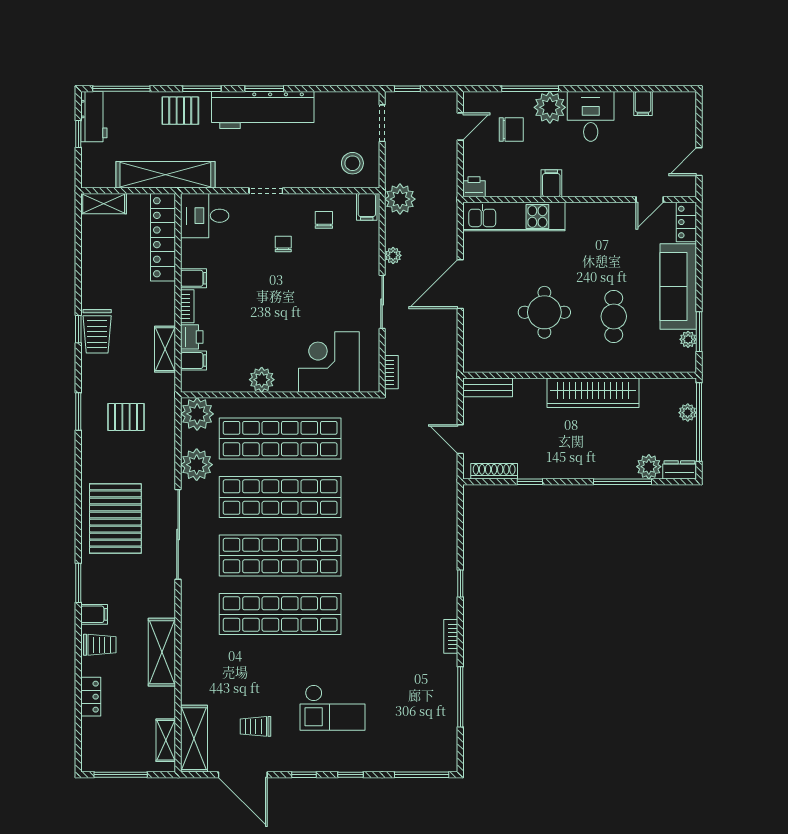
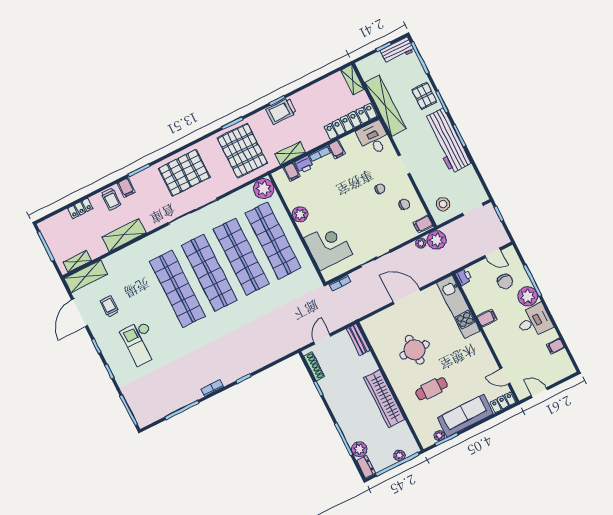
plant: (393, 255) -> (421, 243), moved
pallet: (126, 417) -> (242, 151), width x2.05, depth x2.00
plant: (197, 465) -> (236, 202), removed

